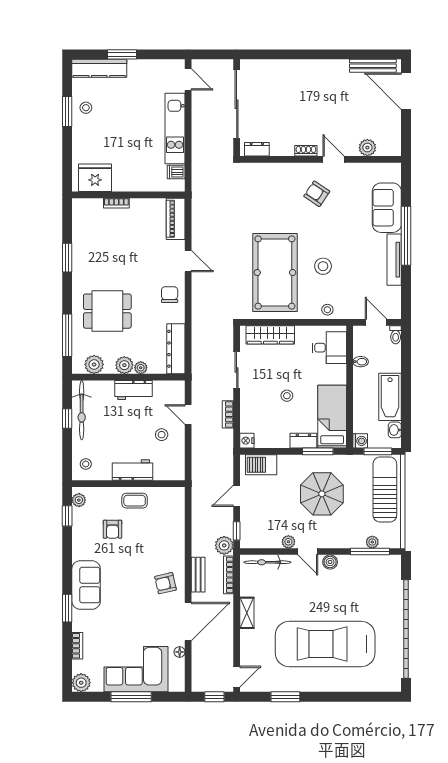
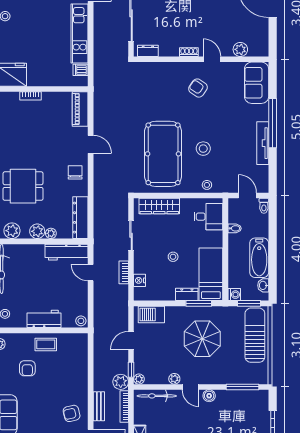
sofa: (387, 208) -> (257, 83), moved
workbench: (133, 390) -> (67, 252), moved, width x1.38
stool: (162, 435) -> (81, 321), moved
nightstand: (247, 441) -> (140, 280), moved
plant: (372, 542) -> (139, 379), moved

